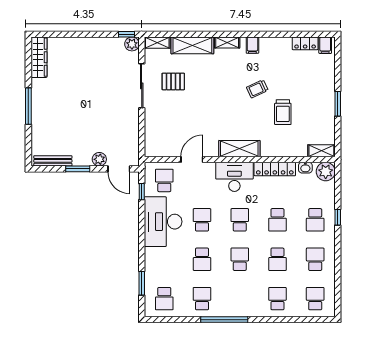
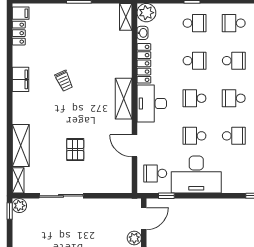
shelving: (227, 43) -> (18, 111), removed
filing cabinet: (252, 45) -> (21, 79), width x2.00
pallet: (173, 81) -> (75, 150), moved
trolley: (283, 112) -> (87, 55), removed

